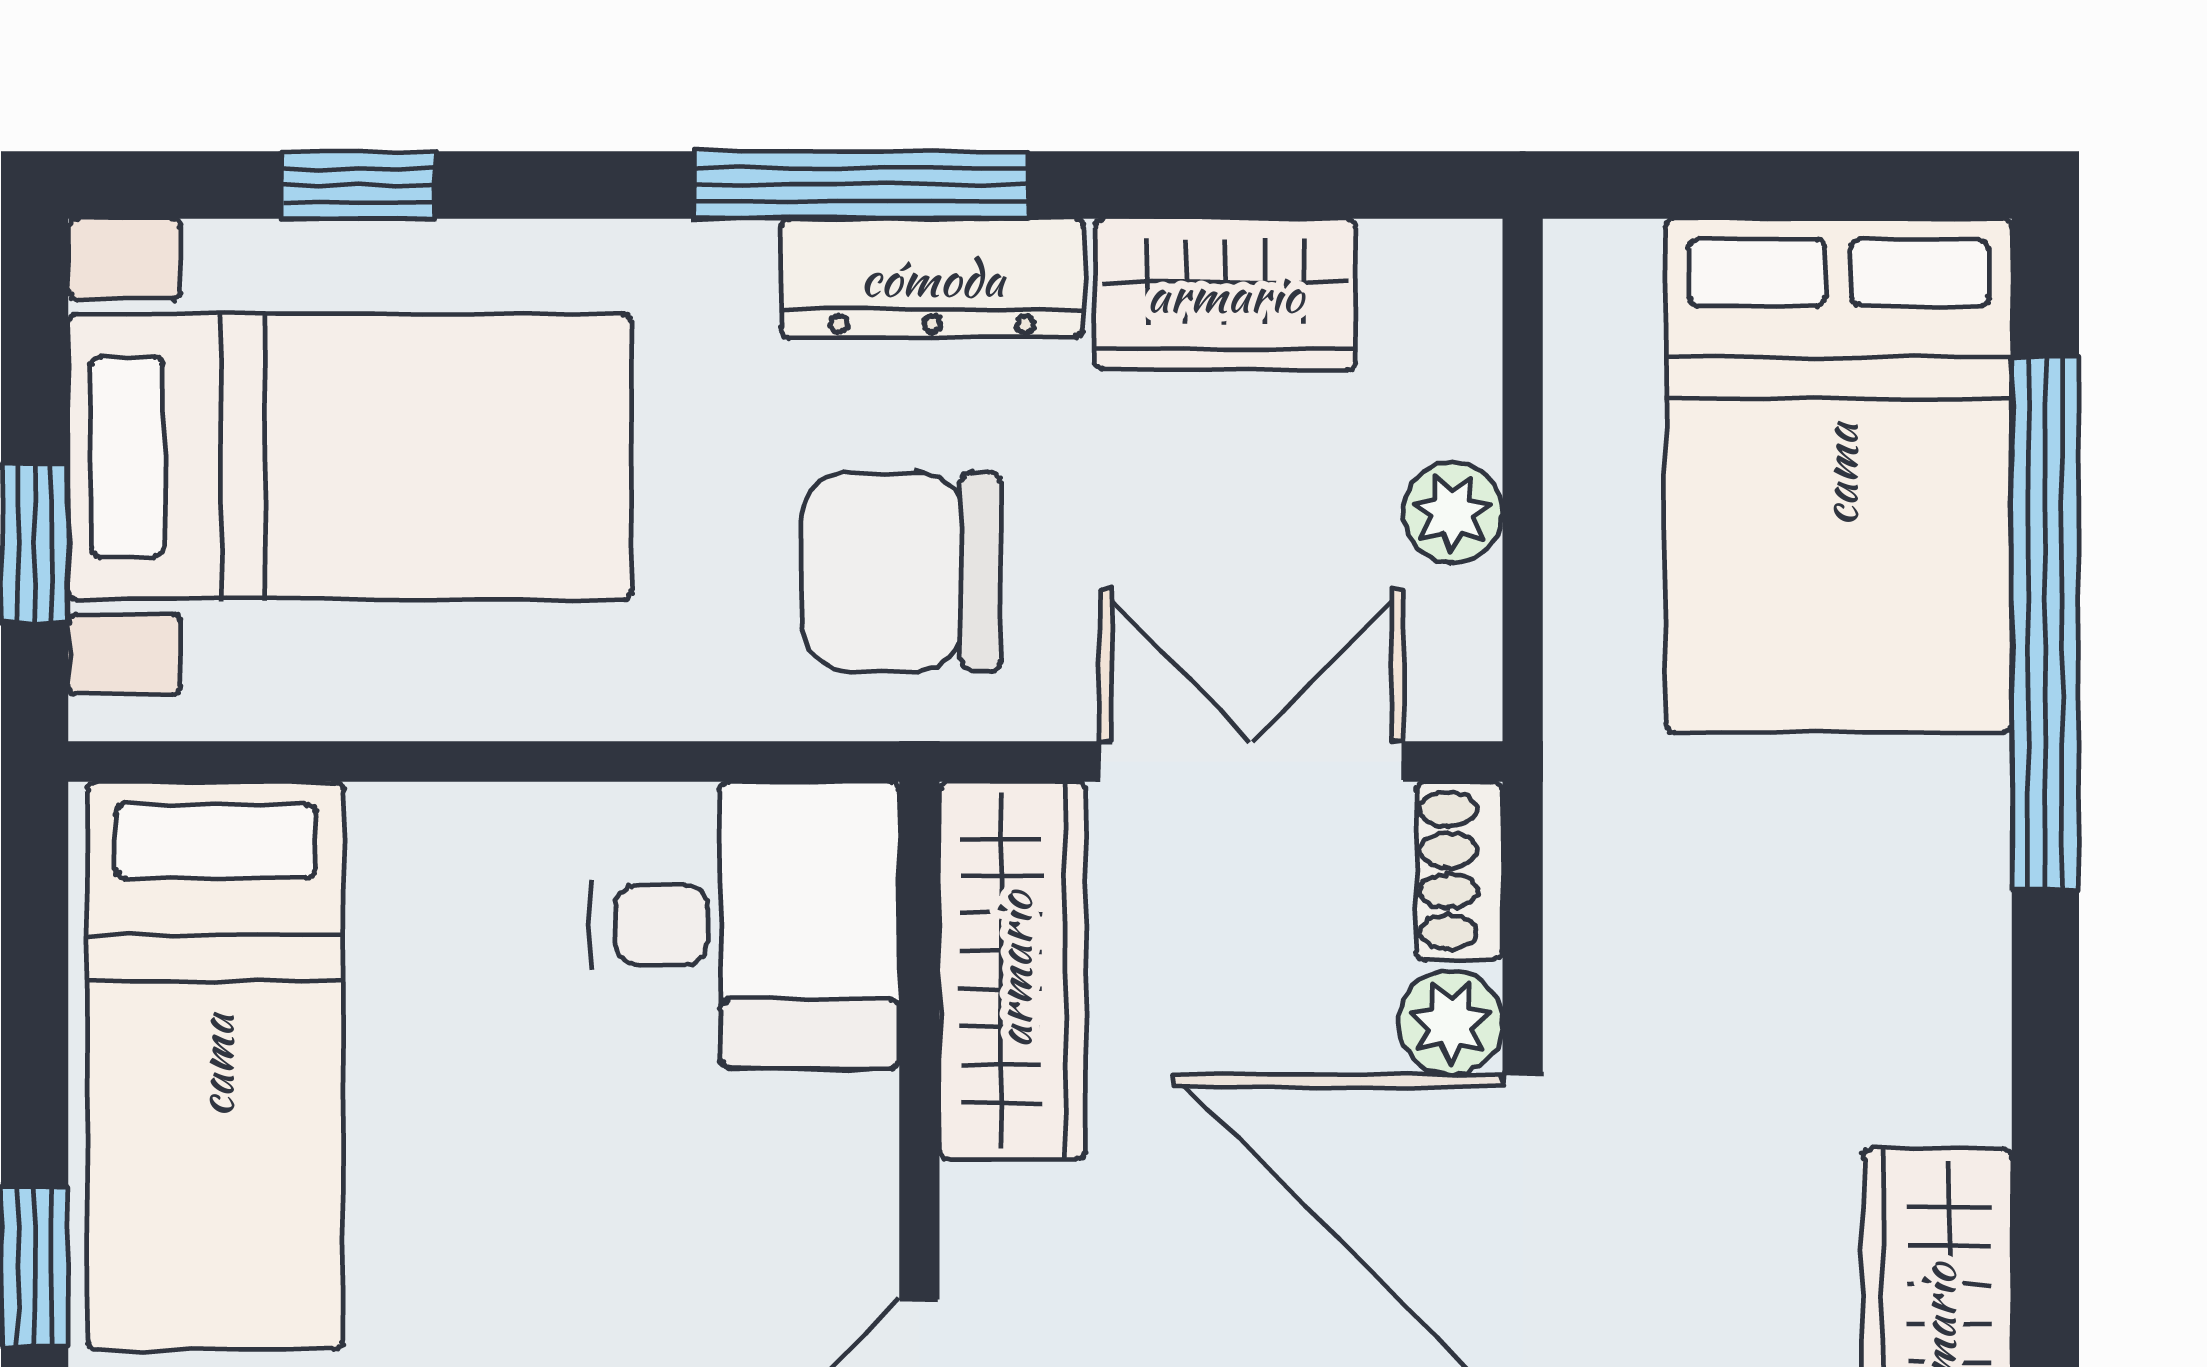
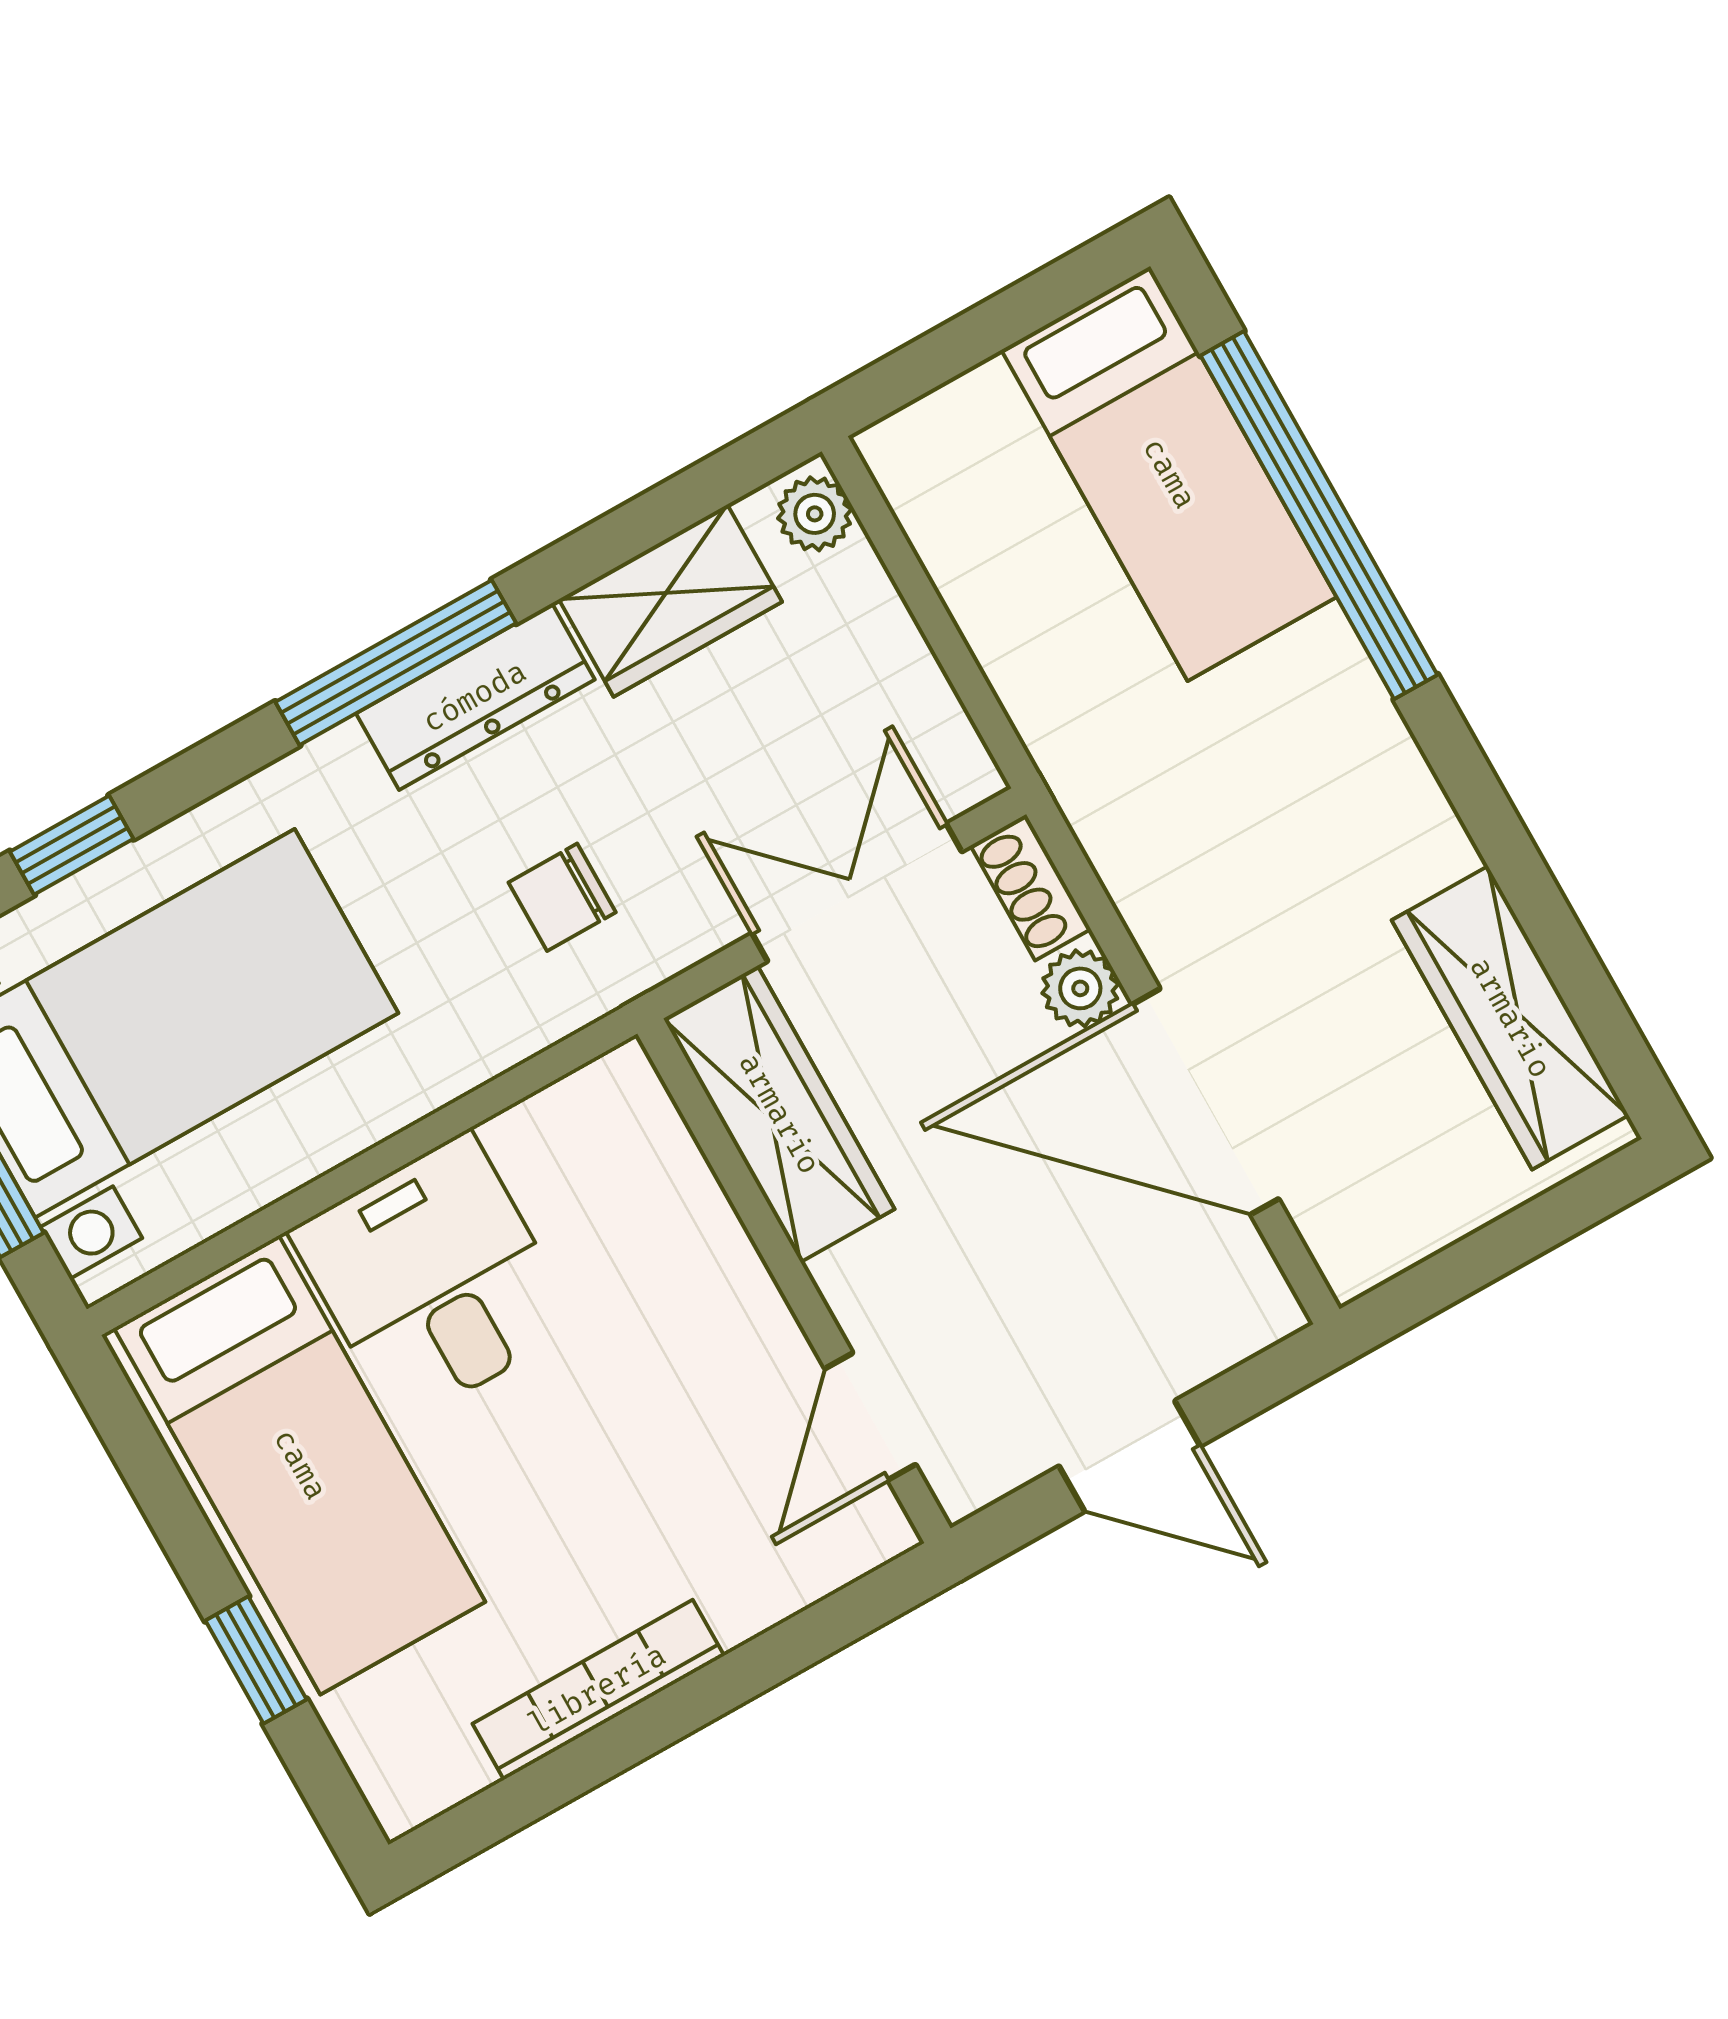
bed: (1839, 475) -> (1169, 474), width x0.67
plant: (1453, 512) -> (815, 514), moved
chair: (901, 572) -> (562, 897), width x0.54, depth x0.54
desk: (745, 925) -> (434, 1279), moved, turned -90

